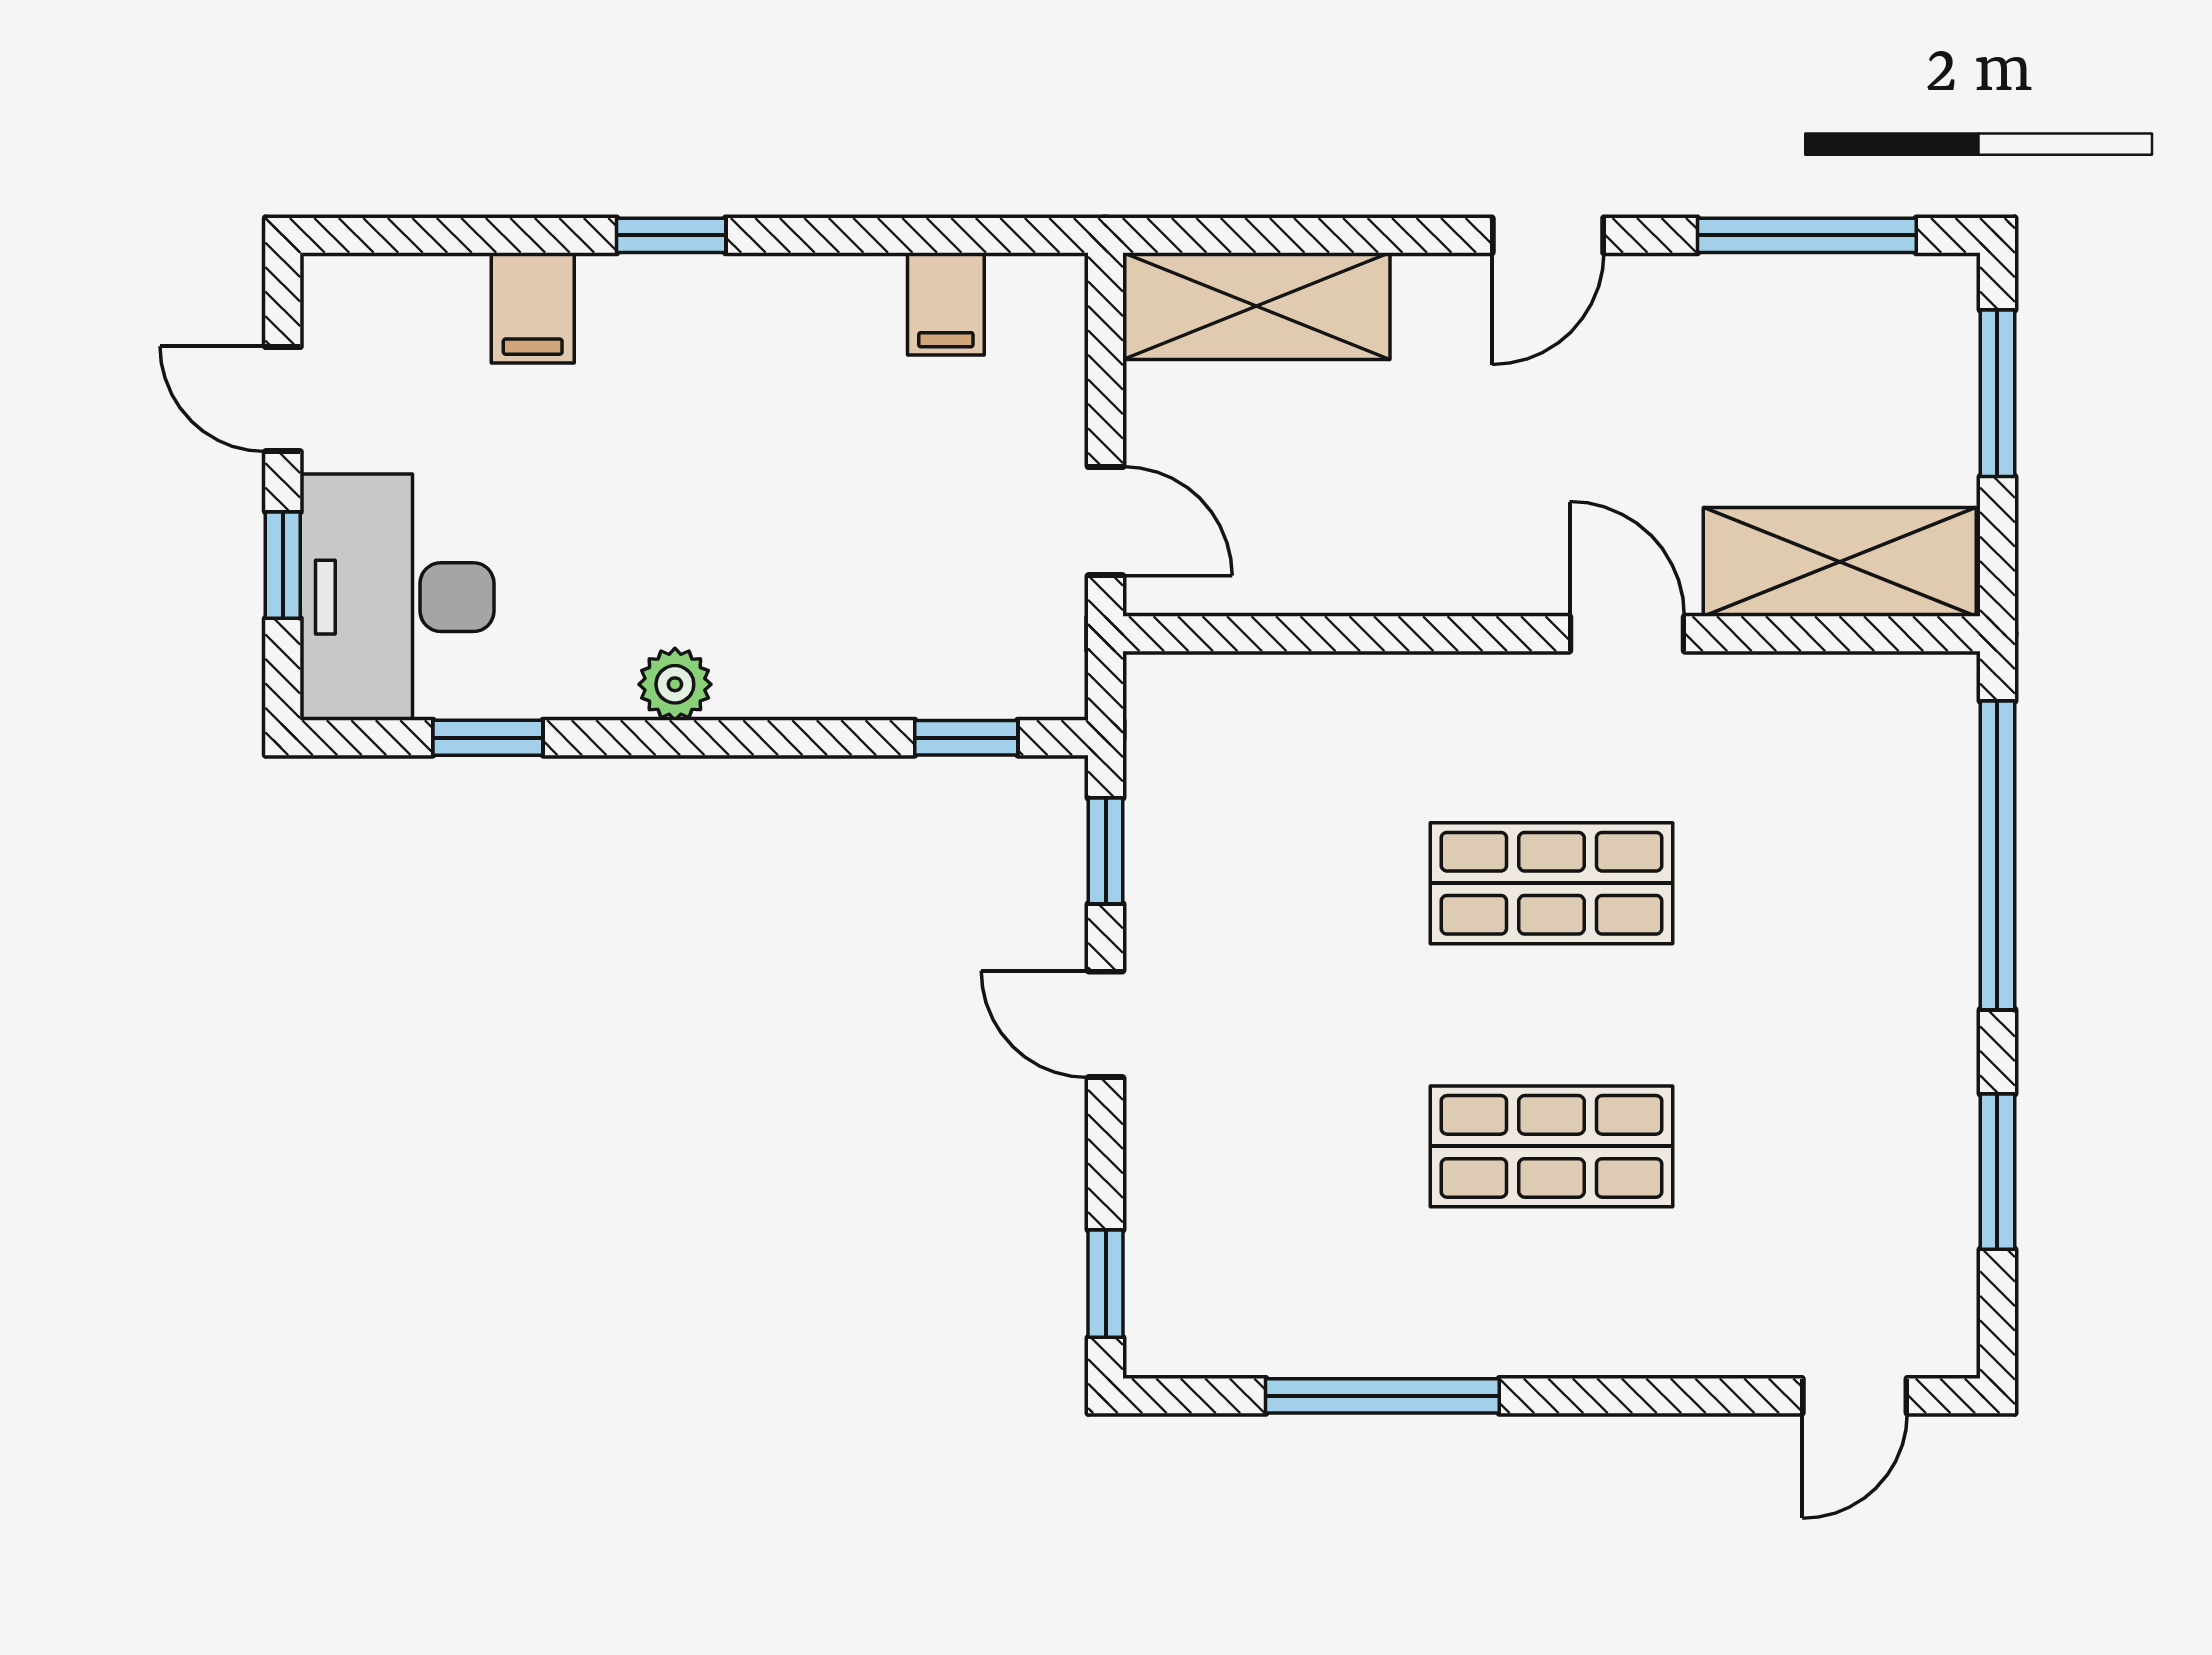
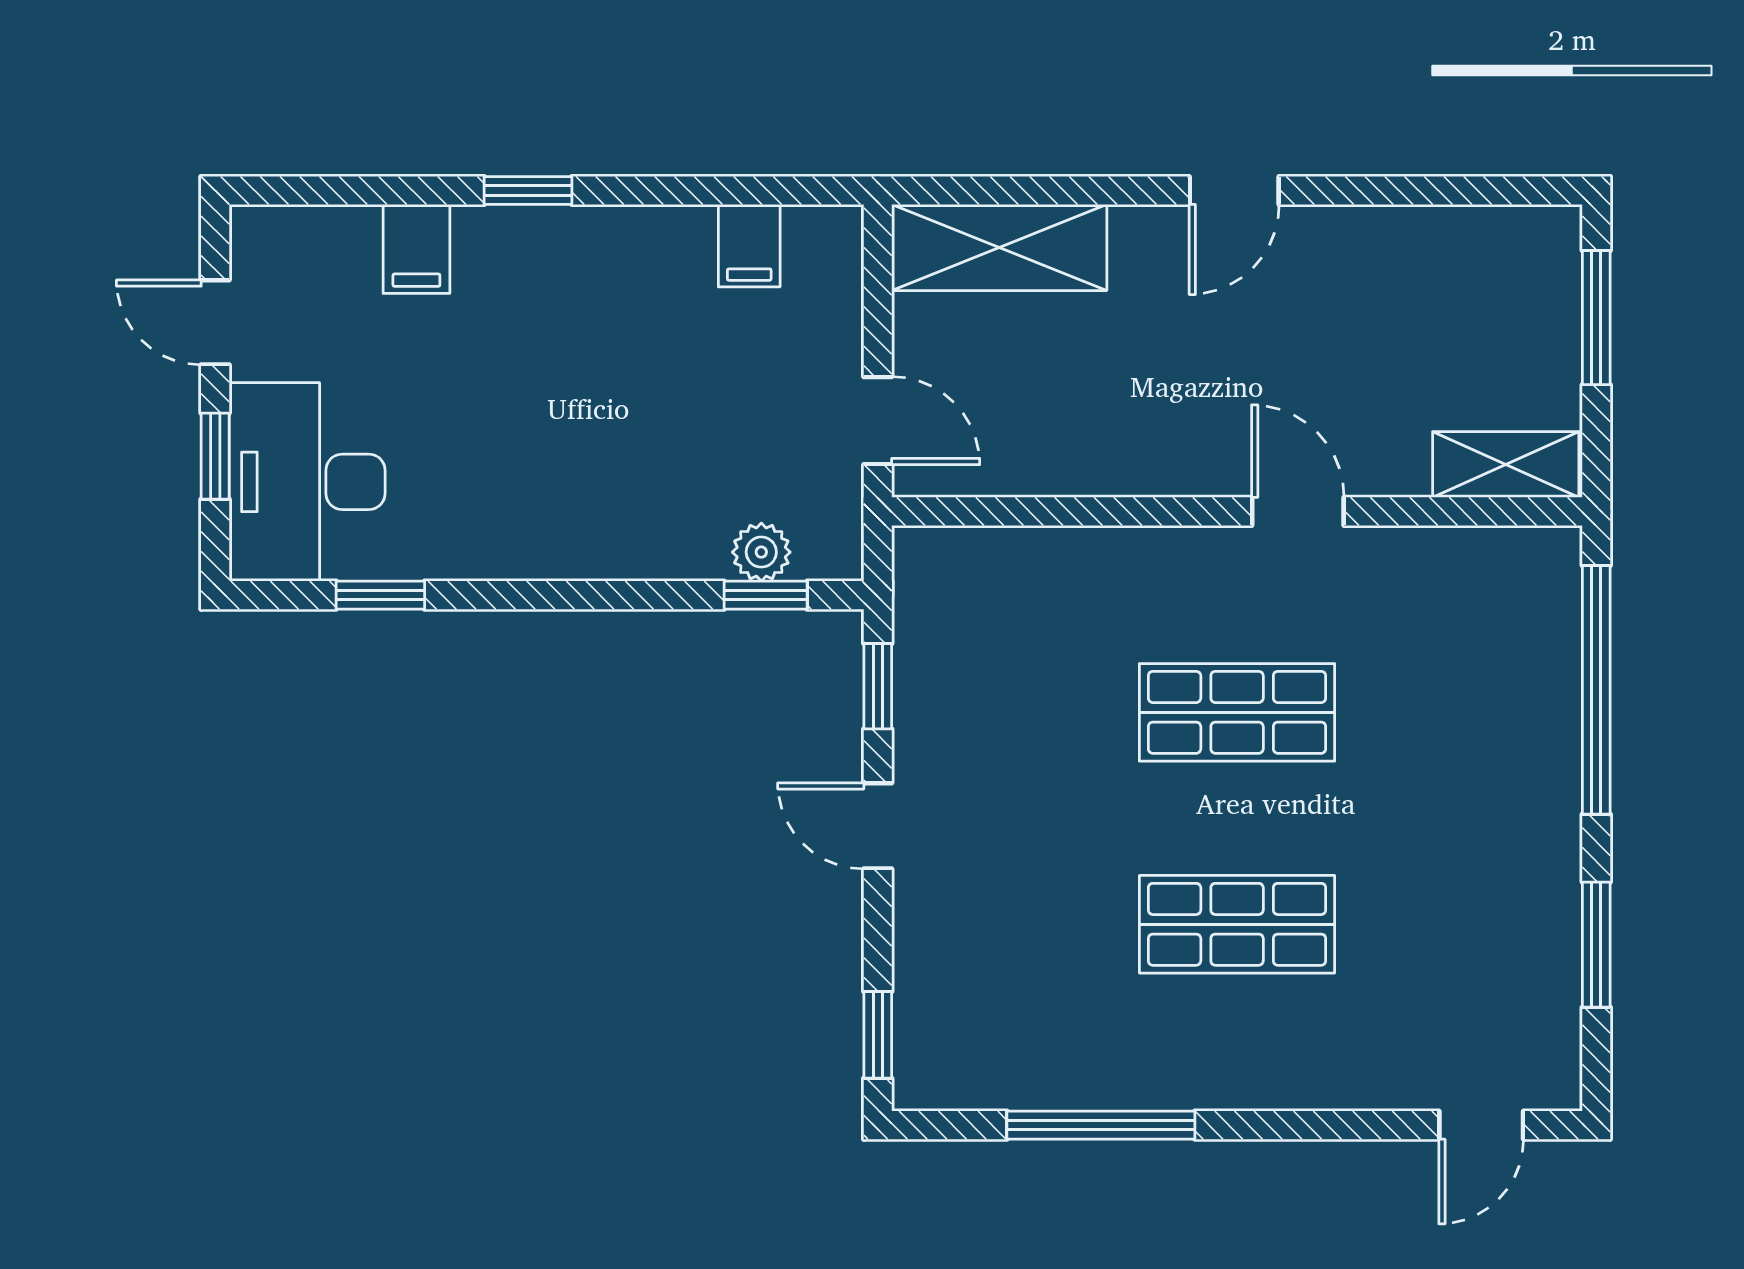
window: (1807, 235) -> (1443, 191), removed
shelving: (1840, 562) -> (1506, 464), width x0.67, depth x0.75
plant: (675, 684) -> (761, 552), moved

